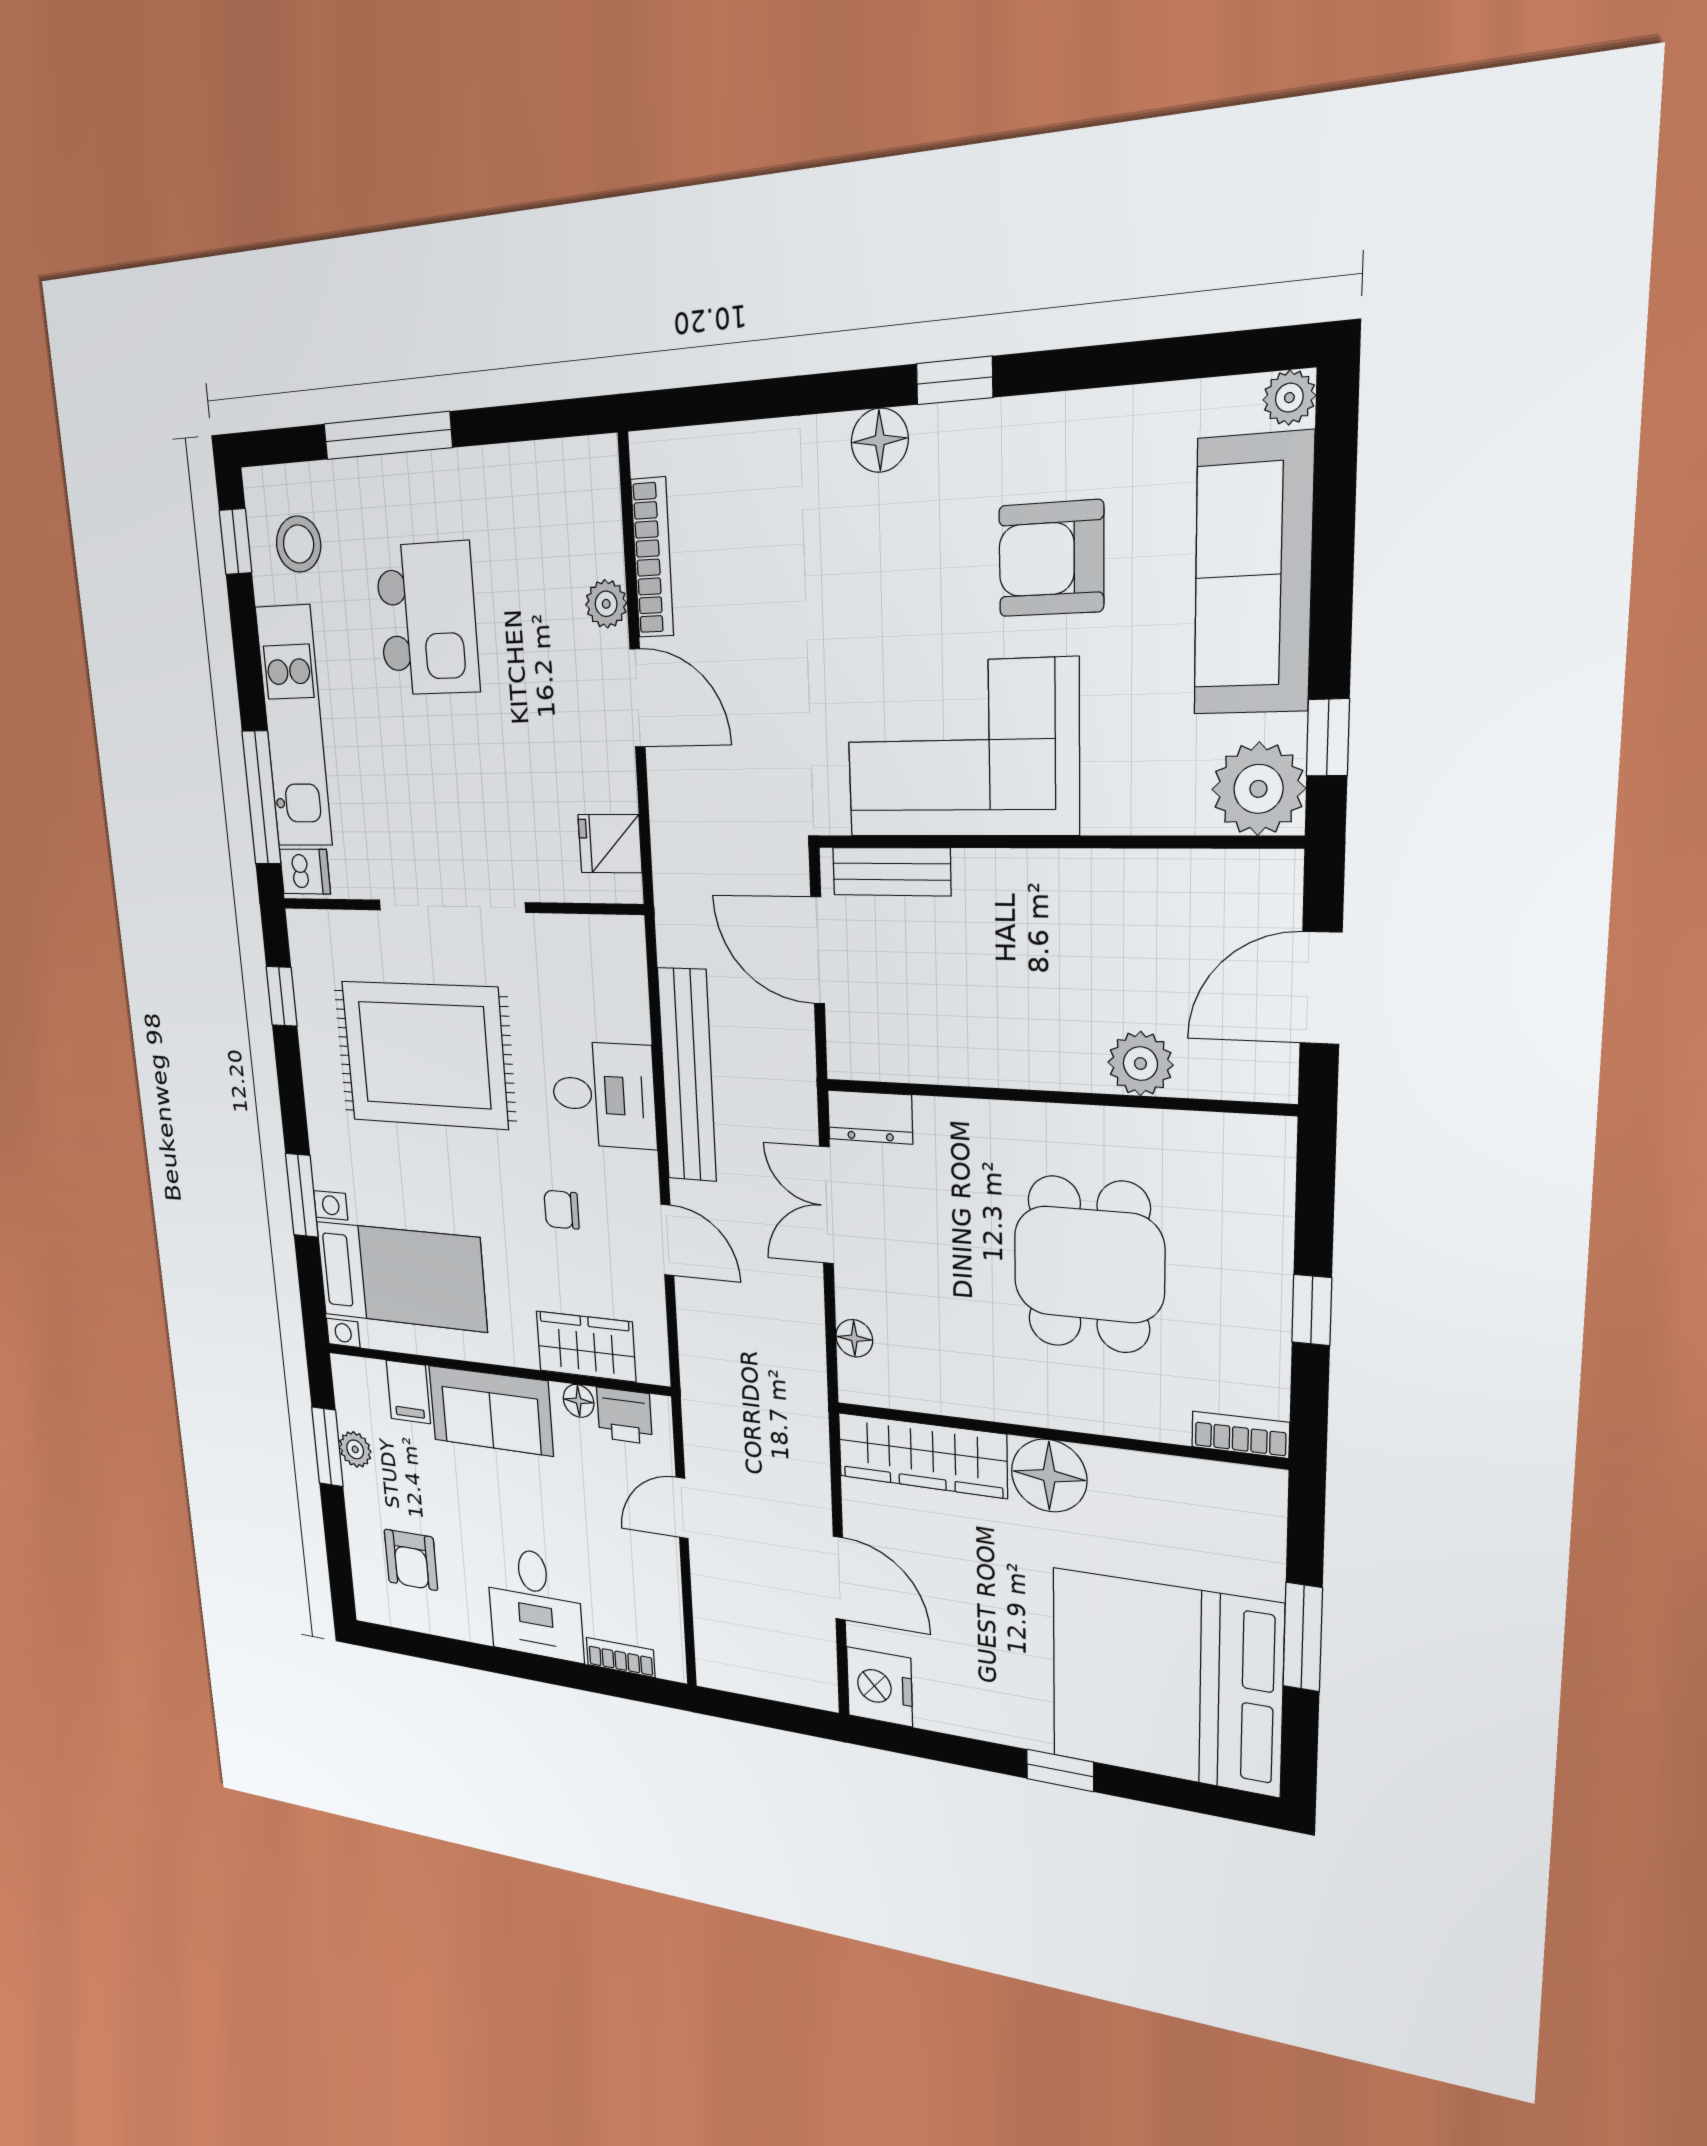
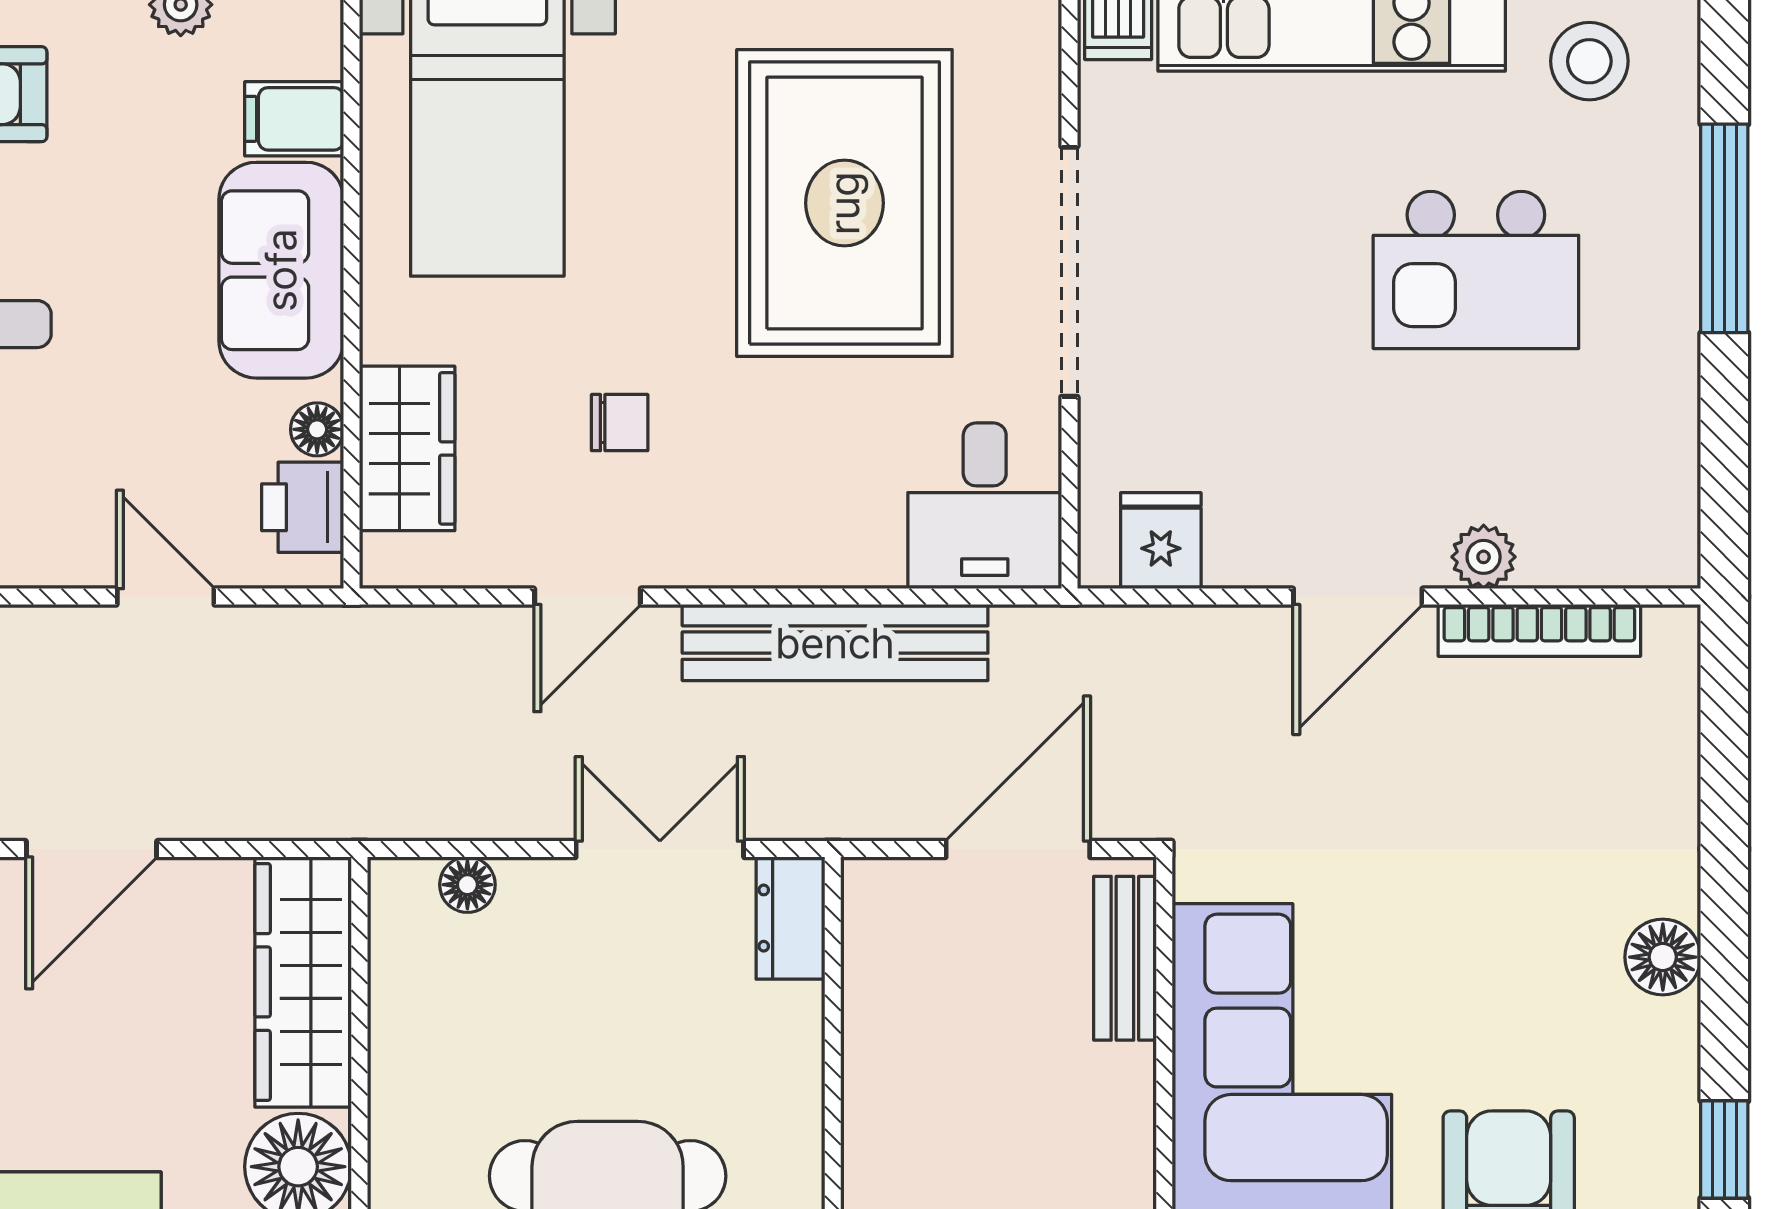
window: (955, 380) -> (1724, 1150), moved
desk: (604, 1095) -> (985, 506), moved
chair: (562, 1210) -> (620, 423), turned 90

